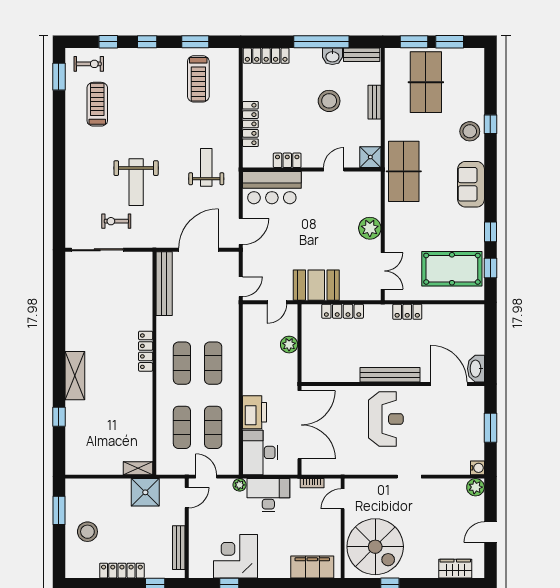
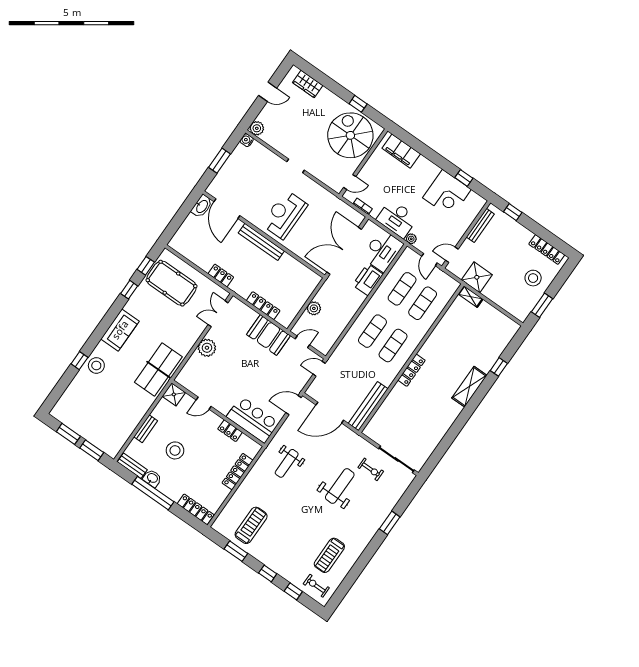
window: (59, 77) -> (390, 523), moved
table tennis table: (426, 82) -> (103, 418), removed
locker: (122, 571) -> (547, 249), moved

